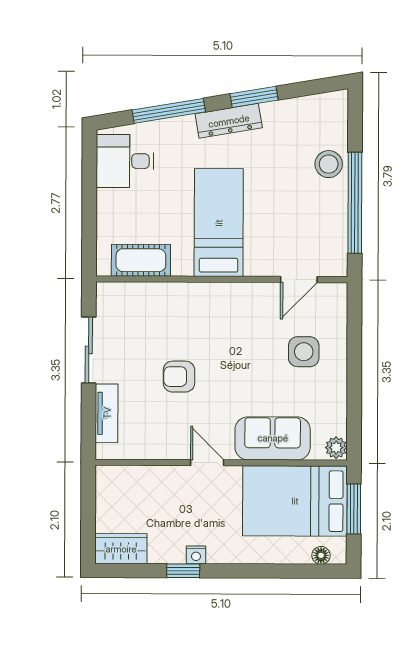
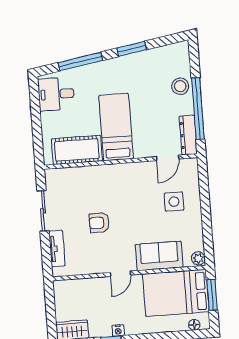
dresser: (229, 121) -> (188, 135), moved, turned 99
cot: (141, 260) -> (77, 150), width x1.37, depth x1.34
door: (207, 463) -> (121, 274), swing flipped

